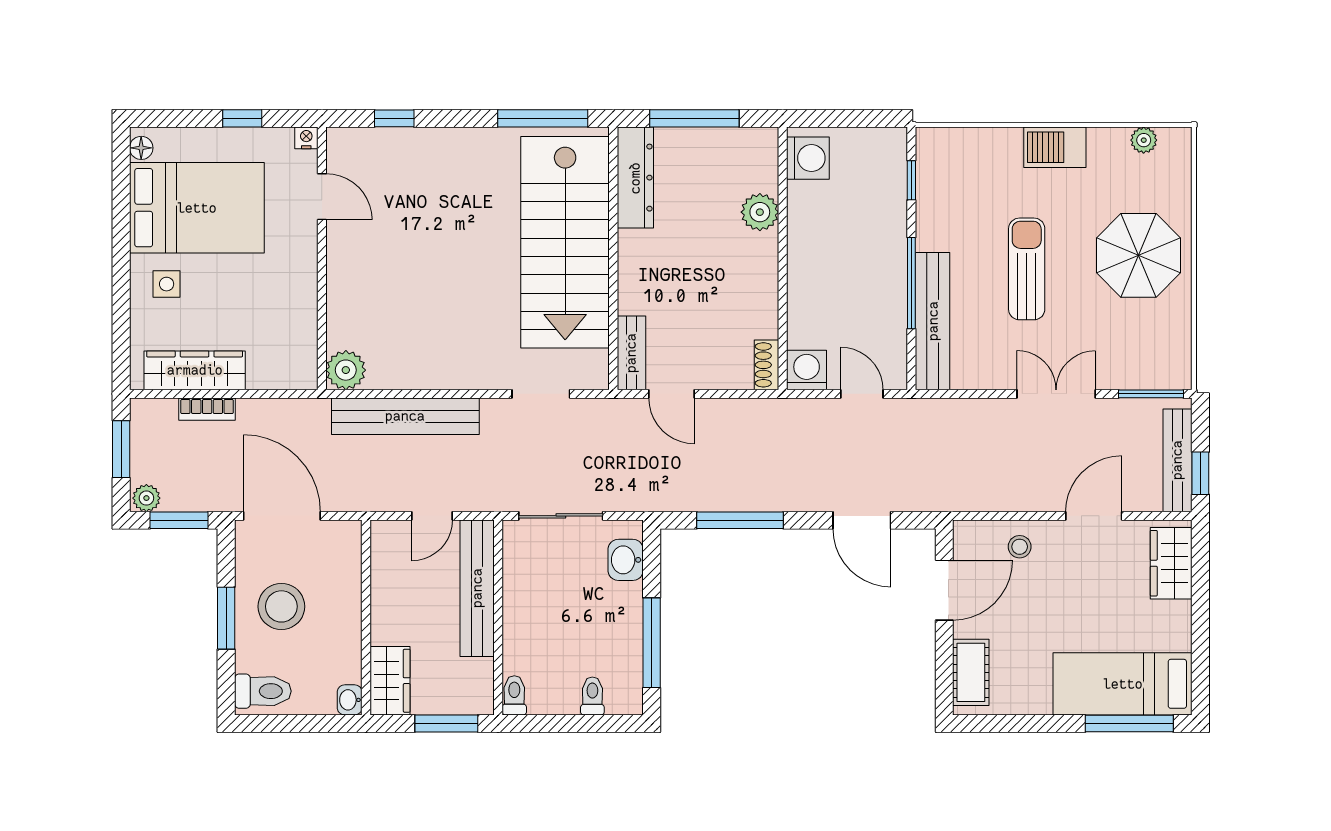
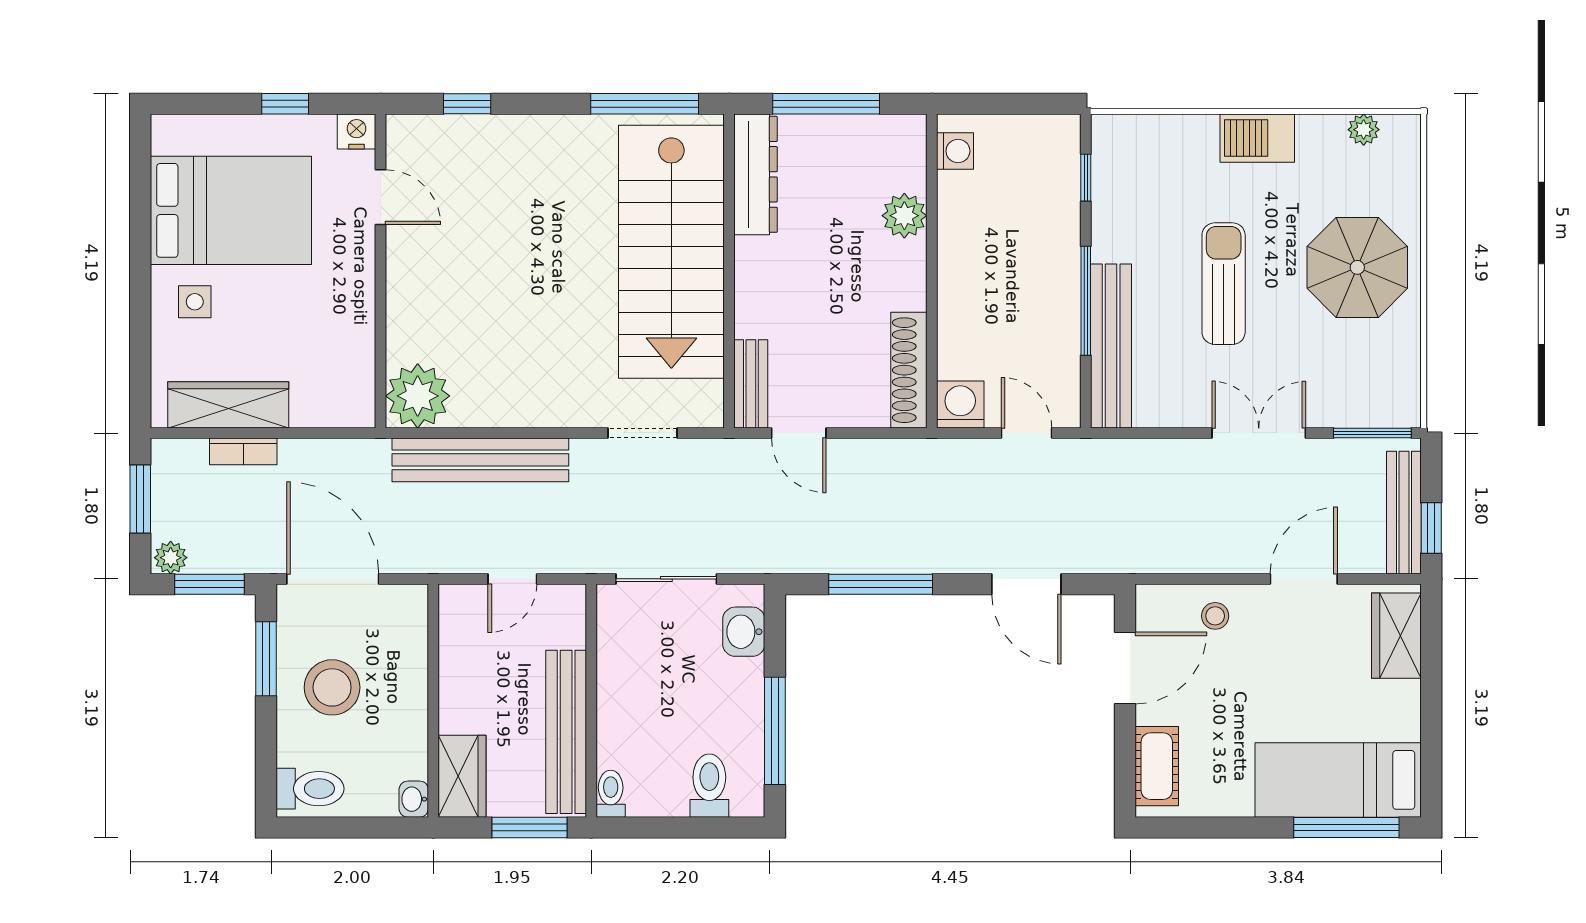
nightstand: (306, 138) -> (357, 131), width x1.39, depth x1.35
floor lamp: (141, 148) -> (164, 139), removed
washing machine: (808, 158) -> (955, 151), width x0.73, depth x0.73
shoe rack: (766, 365) -> (909, 370), width x1.94, depth x1.24
plant: (346, 370) -> (418, 396), width x1.36, depth x1.36
bench: (477, 588) -> (566, 732), moved
window: (226, 618) -> (266, 659), moved
toilet: (592, 696) -> (709, 786), width x1.37, depth x1.39

